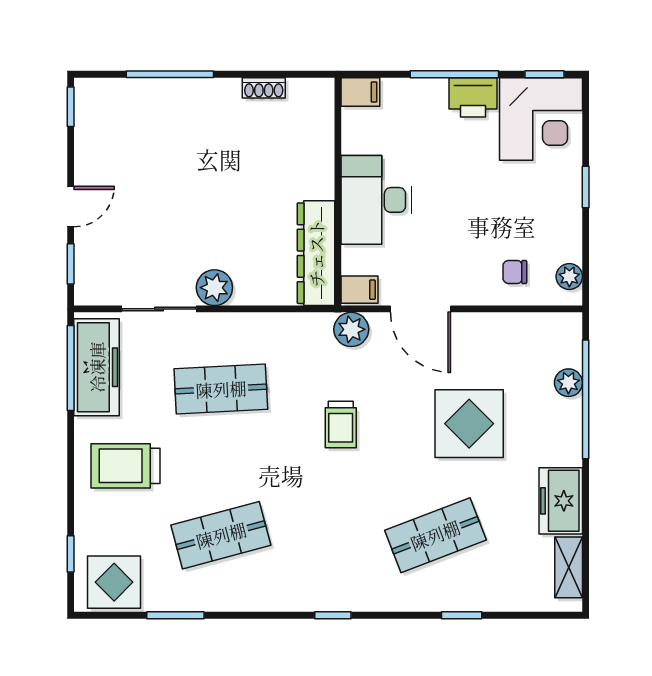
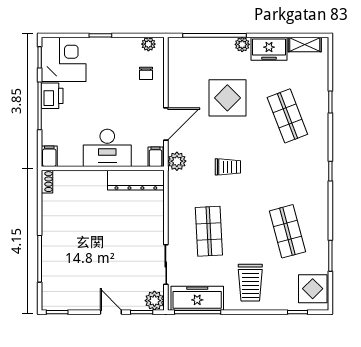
shoe rack: (264, 88) -> (47, 182), moved
plant: (214, 288) -> (154, 301), moved
plant: (568, 383) -> (242, 44), moved

